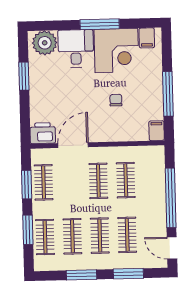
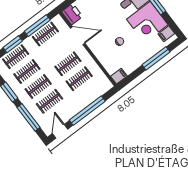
window: (168, 94) -> (156, 58), moved
window: (27, 185) -> (37, 26), width x1.44
window: (128, 274) -> (28, 117), width x1.44

